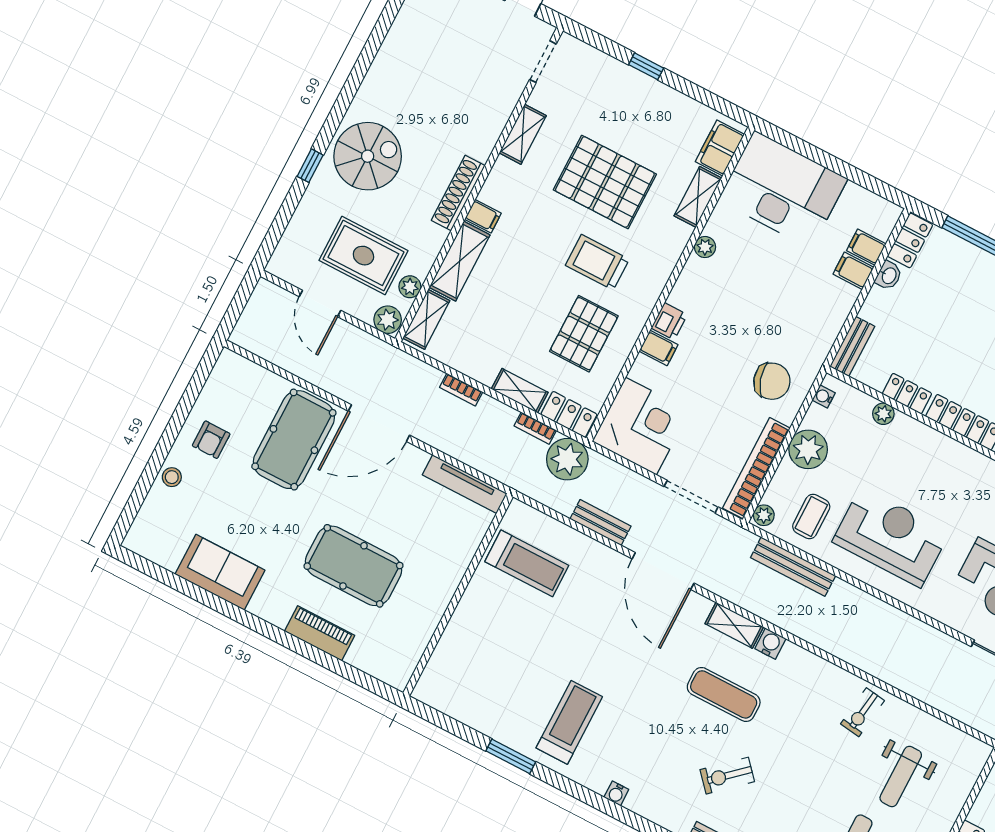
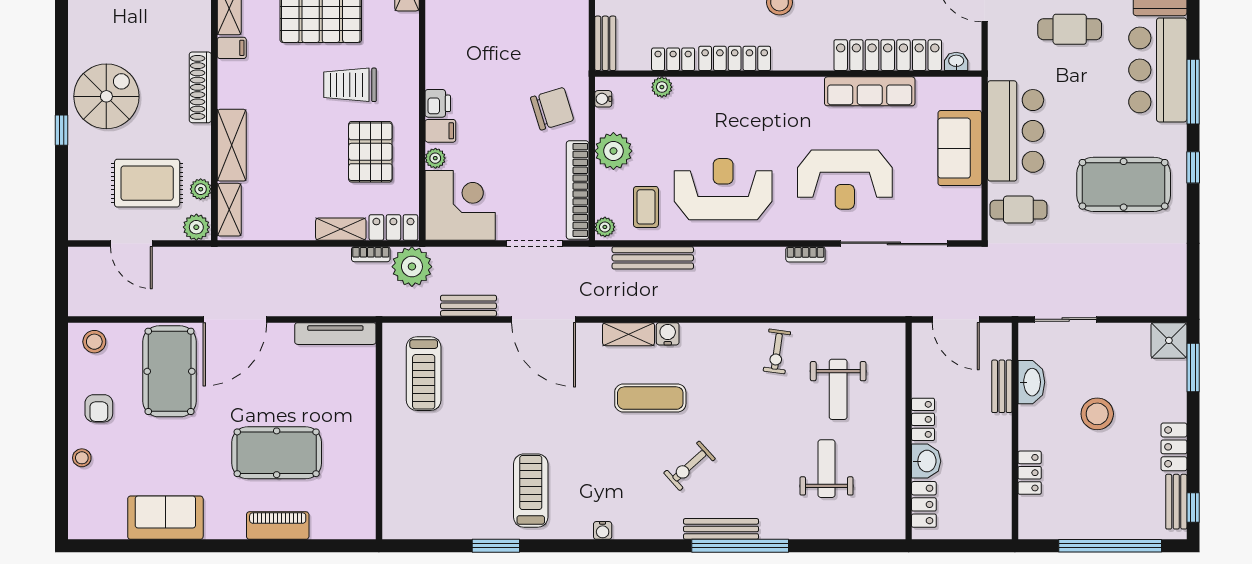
filing cabinet: (483, 216) -> (232, 48), moved
plant: (705, 247) -> (435, 158), moved
stool: (239, 376) -> (94, 342), added
bookcase: (461, 390) -> (805, 254), moved
treadmill: (527, 563) -> (424, 374), turned 90

